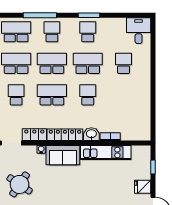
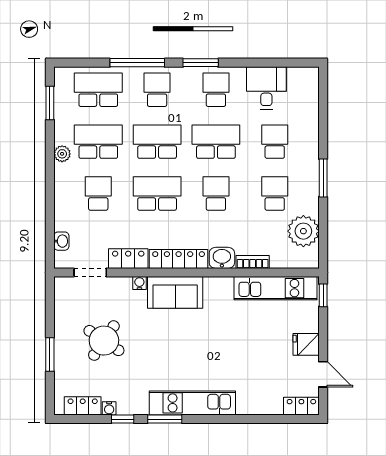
window: (89, 15) -> (201, 63), moved
desk: (139, 31) -> (266, 88), moved
window: (153, 85) -> (323, 178), added
school desk: (124, 95) -> (275, 194), added
plant: (141, 118) -> (303, 231), added
kitchen unit: (106, 153) -> (275, 288), moved
window: (153, 167) -> (323, 295), moved

